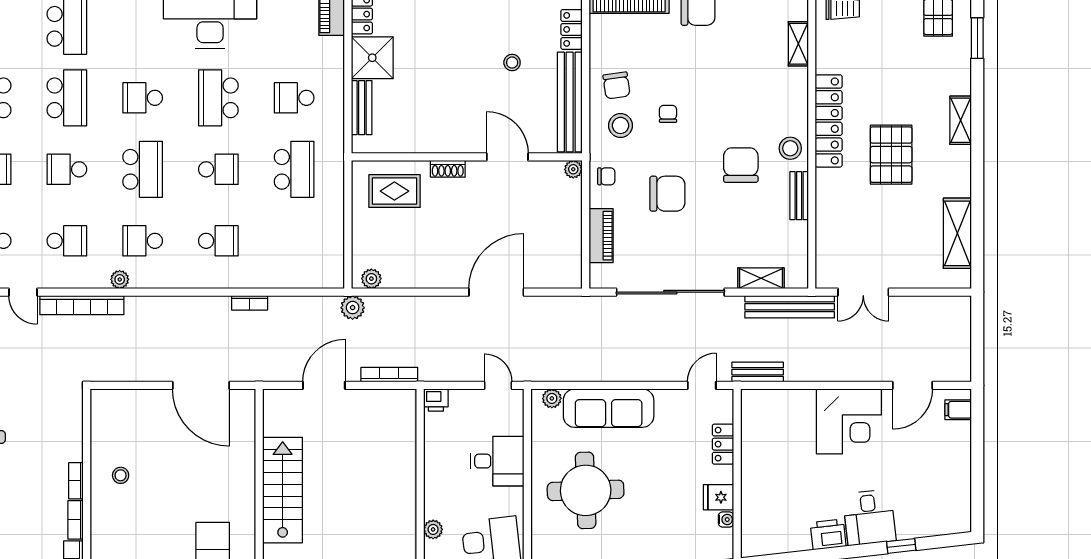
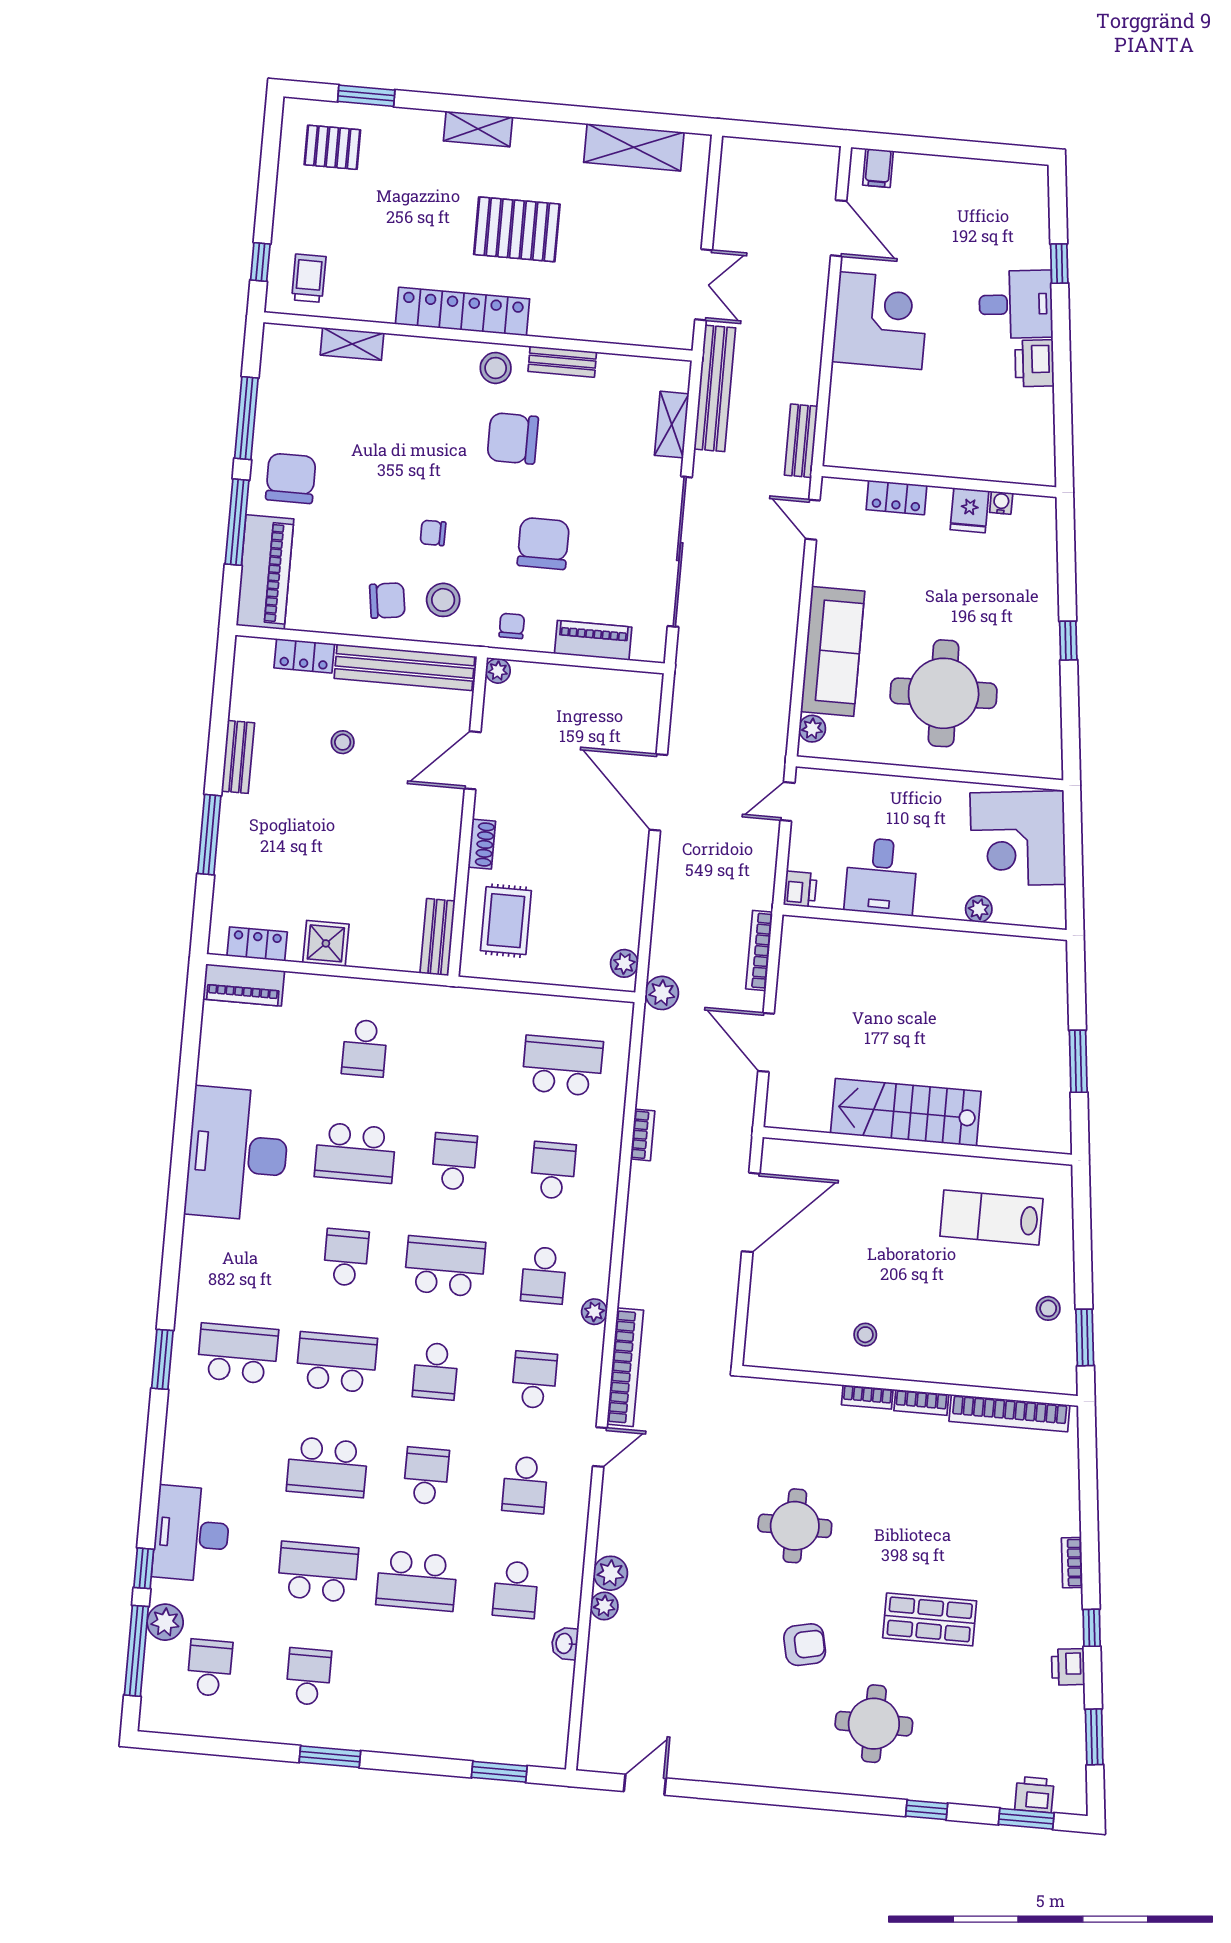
shower: (372, 58) -> (326, 943), width x0.73, depth x0.73
school desk: (143, 98) -> (346, 1258), turned 180
bench: (362, 108) -> (438, 937), moved, turned 90
school desk: (294, 169) -> (562, 1066), moved
desk: (497, 461) -> (881, 876), moved, turned 180

